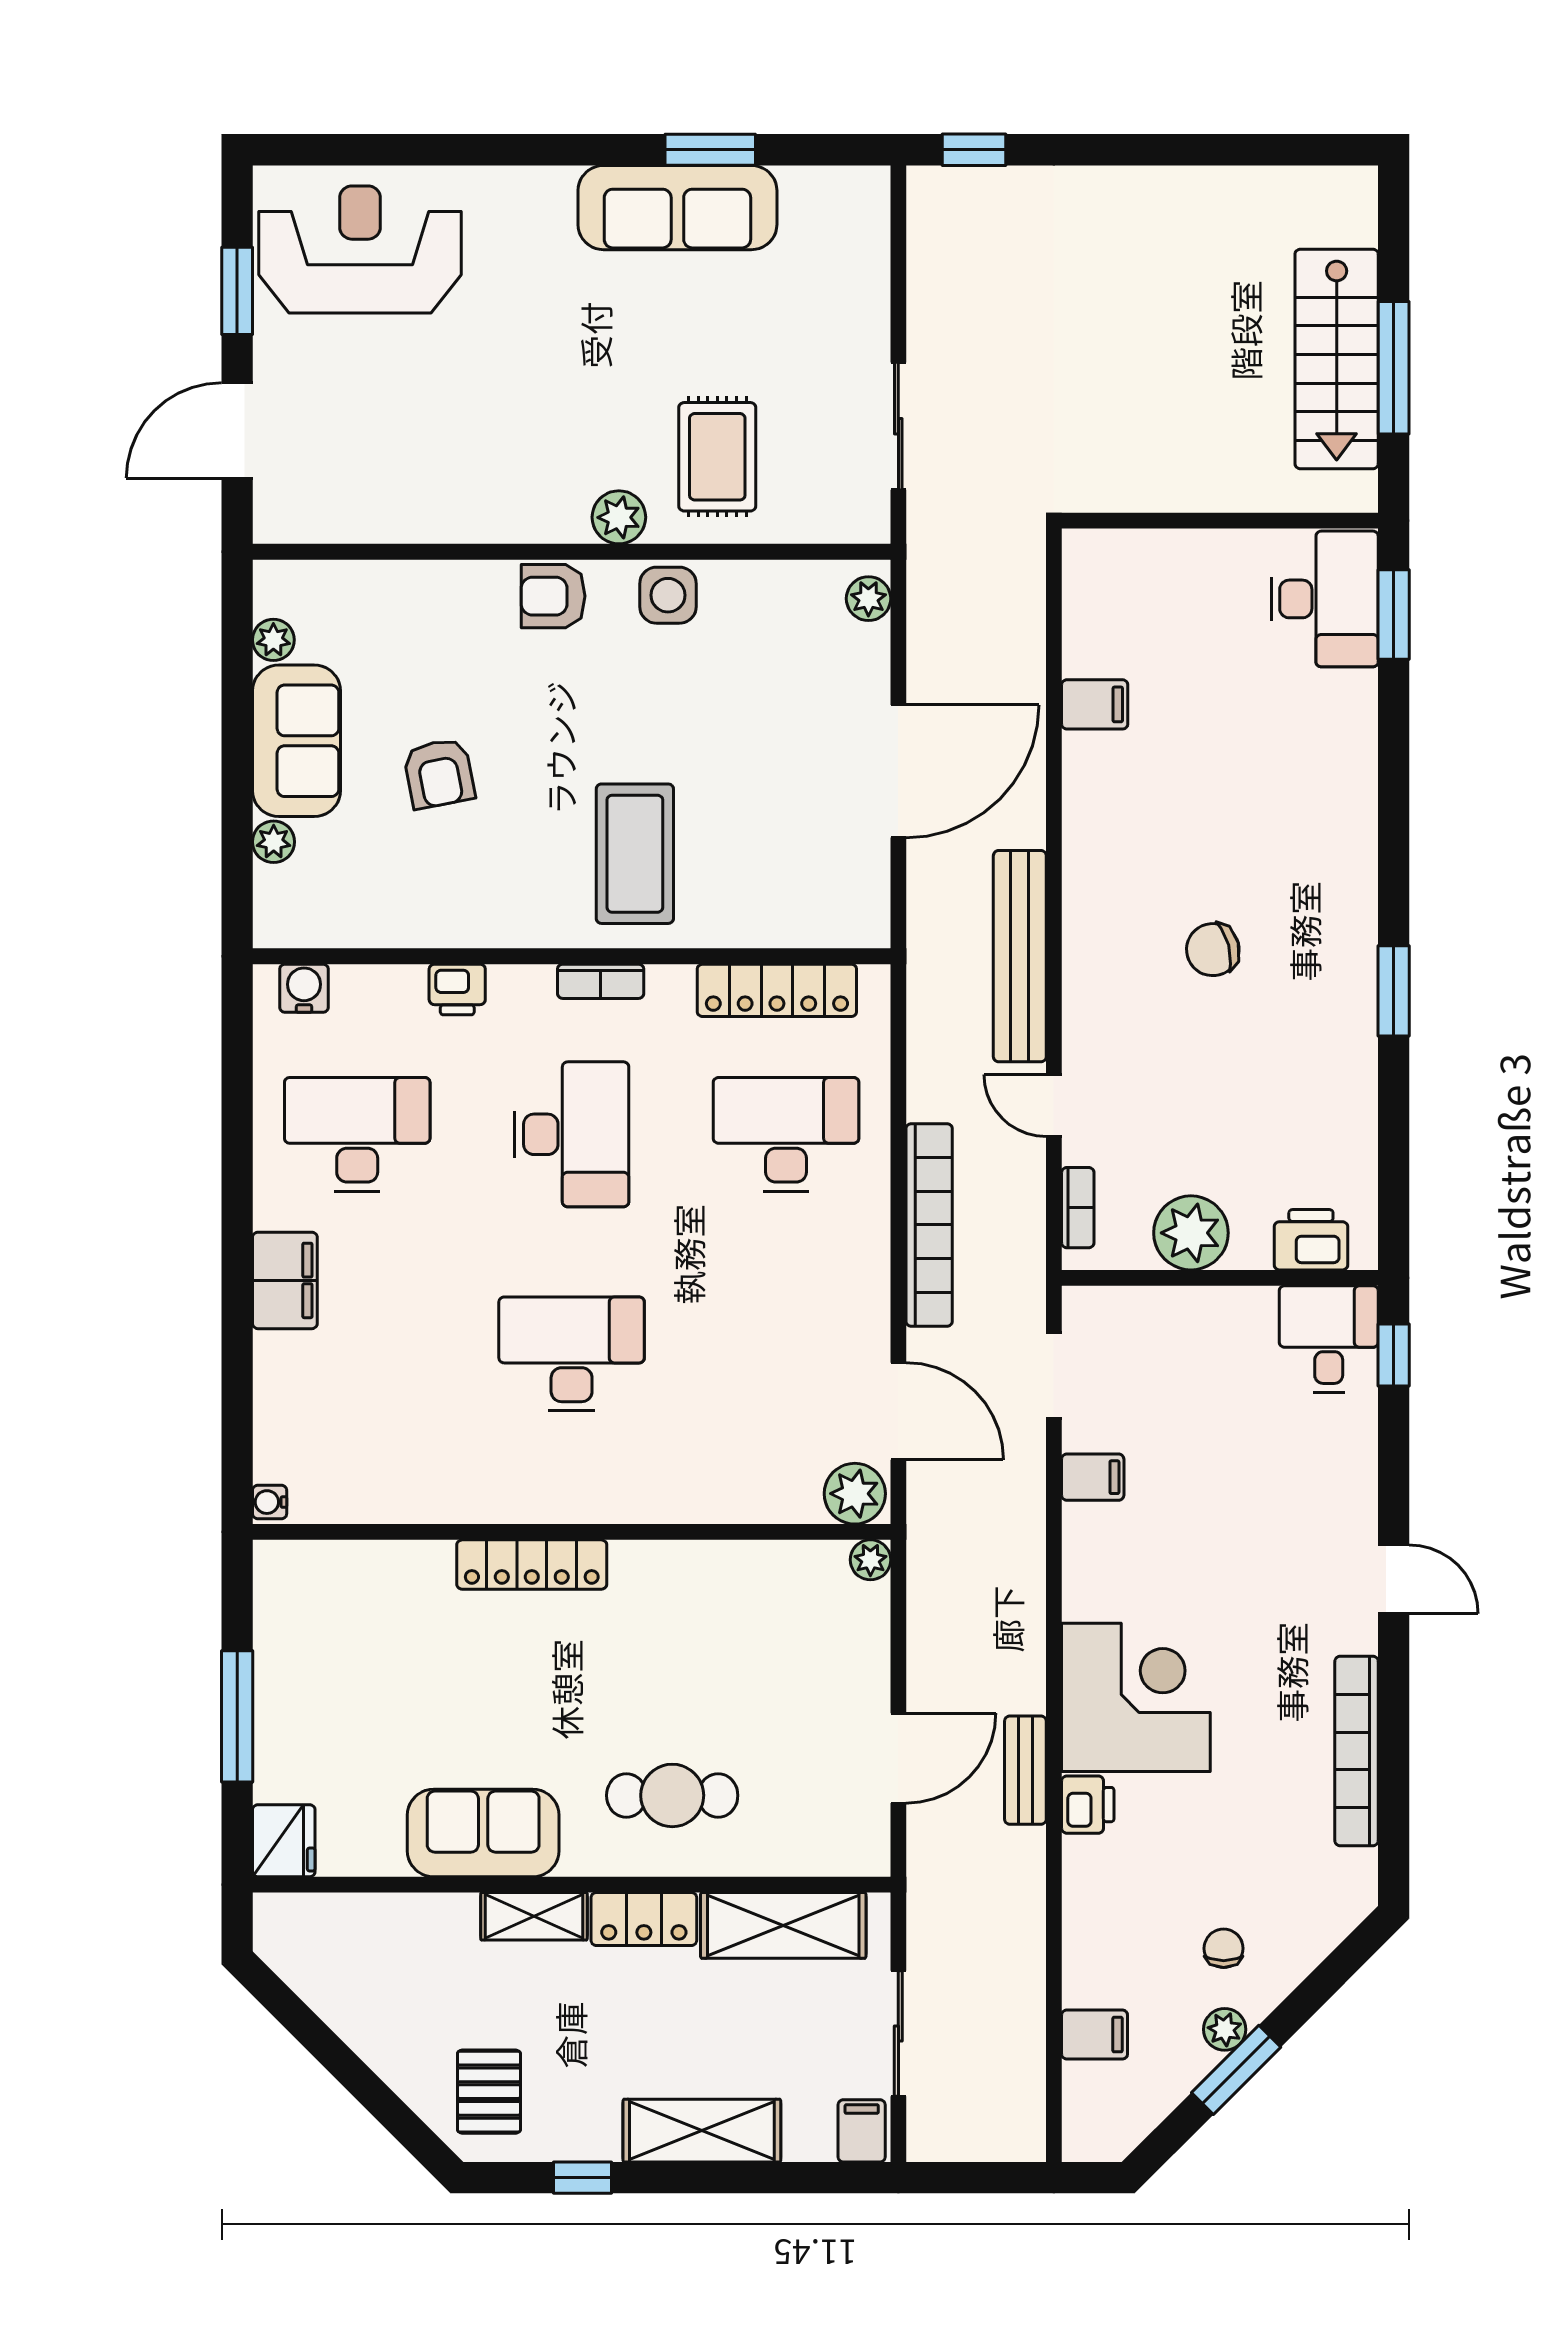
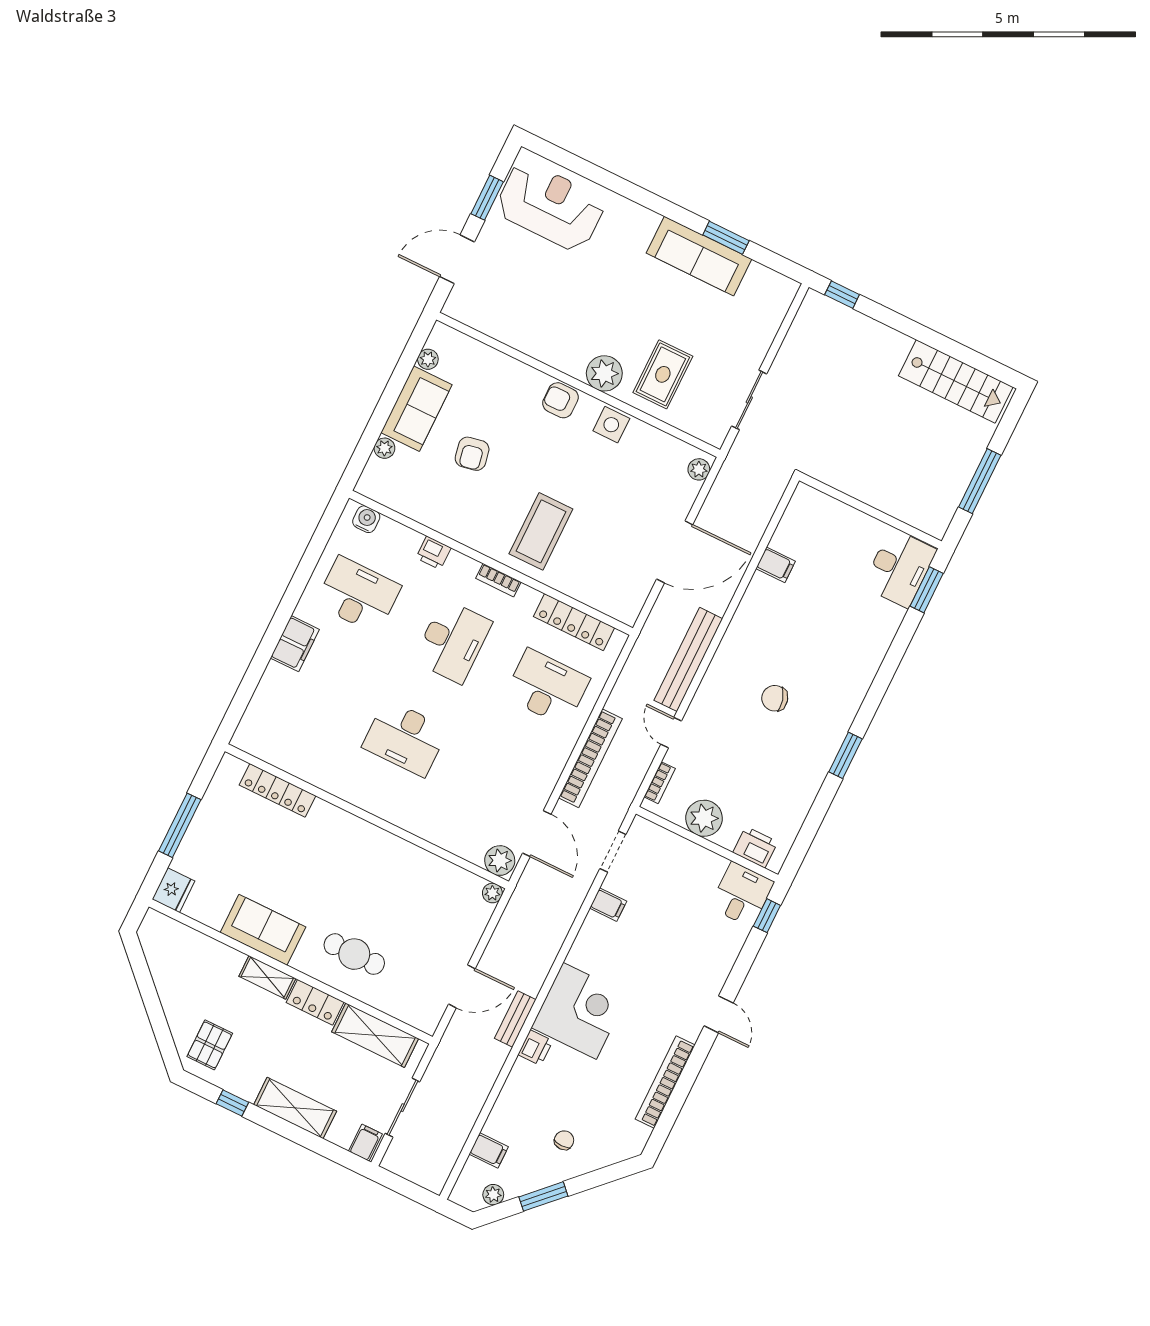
stairs: (1337, 359) -> (956, 381), moved, turned -90
plant: (619, 517) -> (604, 373), width x1.36, depth x1.36
desk: (572, 1354) -> (405, 738), turned 180
water cooler: (270, 1502) -> (240, 738), removed
locker: (532, 1565) -> (278, 790), moved
plant: (1225, 2029) -> (493, 1195), moved

